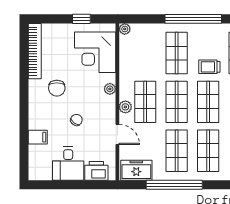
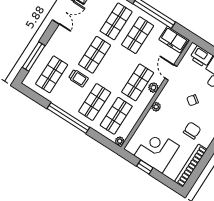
corner desk: (95, 52) -> (157, 151), moved, turned -90
shop shelf: (177, 102) -> (116, 116), moved

